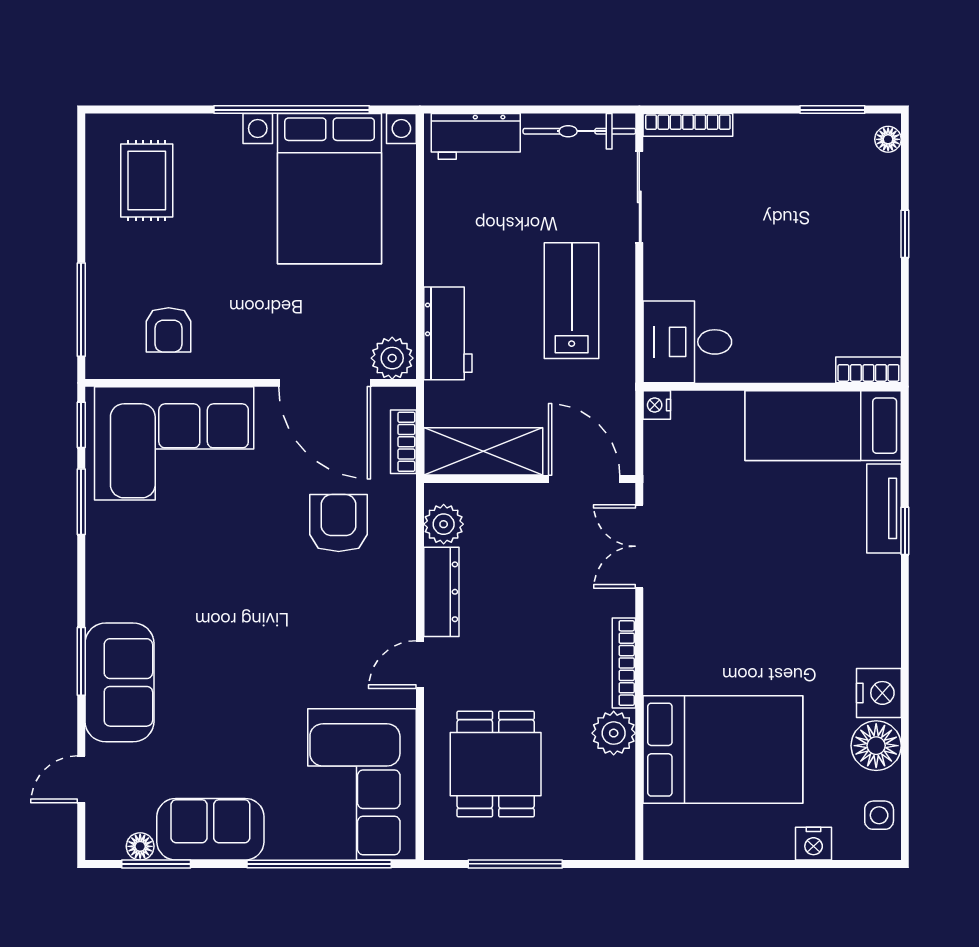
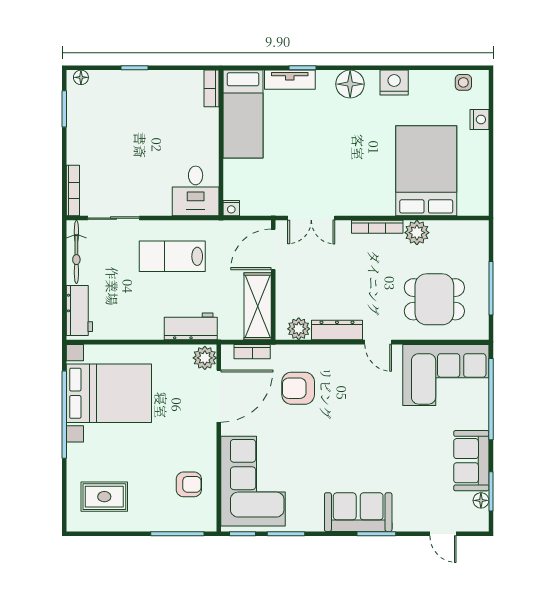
sofa: (119, 682) -> (358, 512), moved
floor lamp: (876, 746) -> (350, 84), moved

